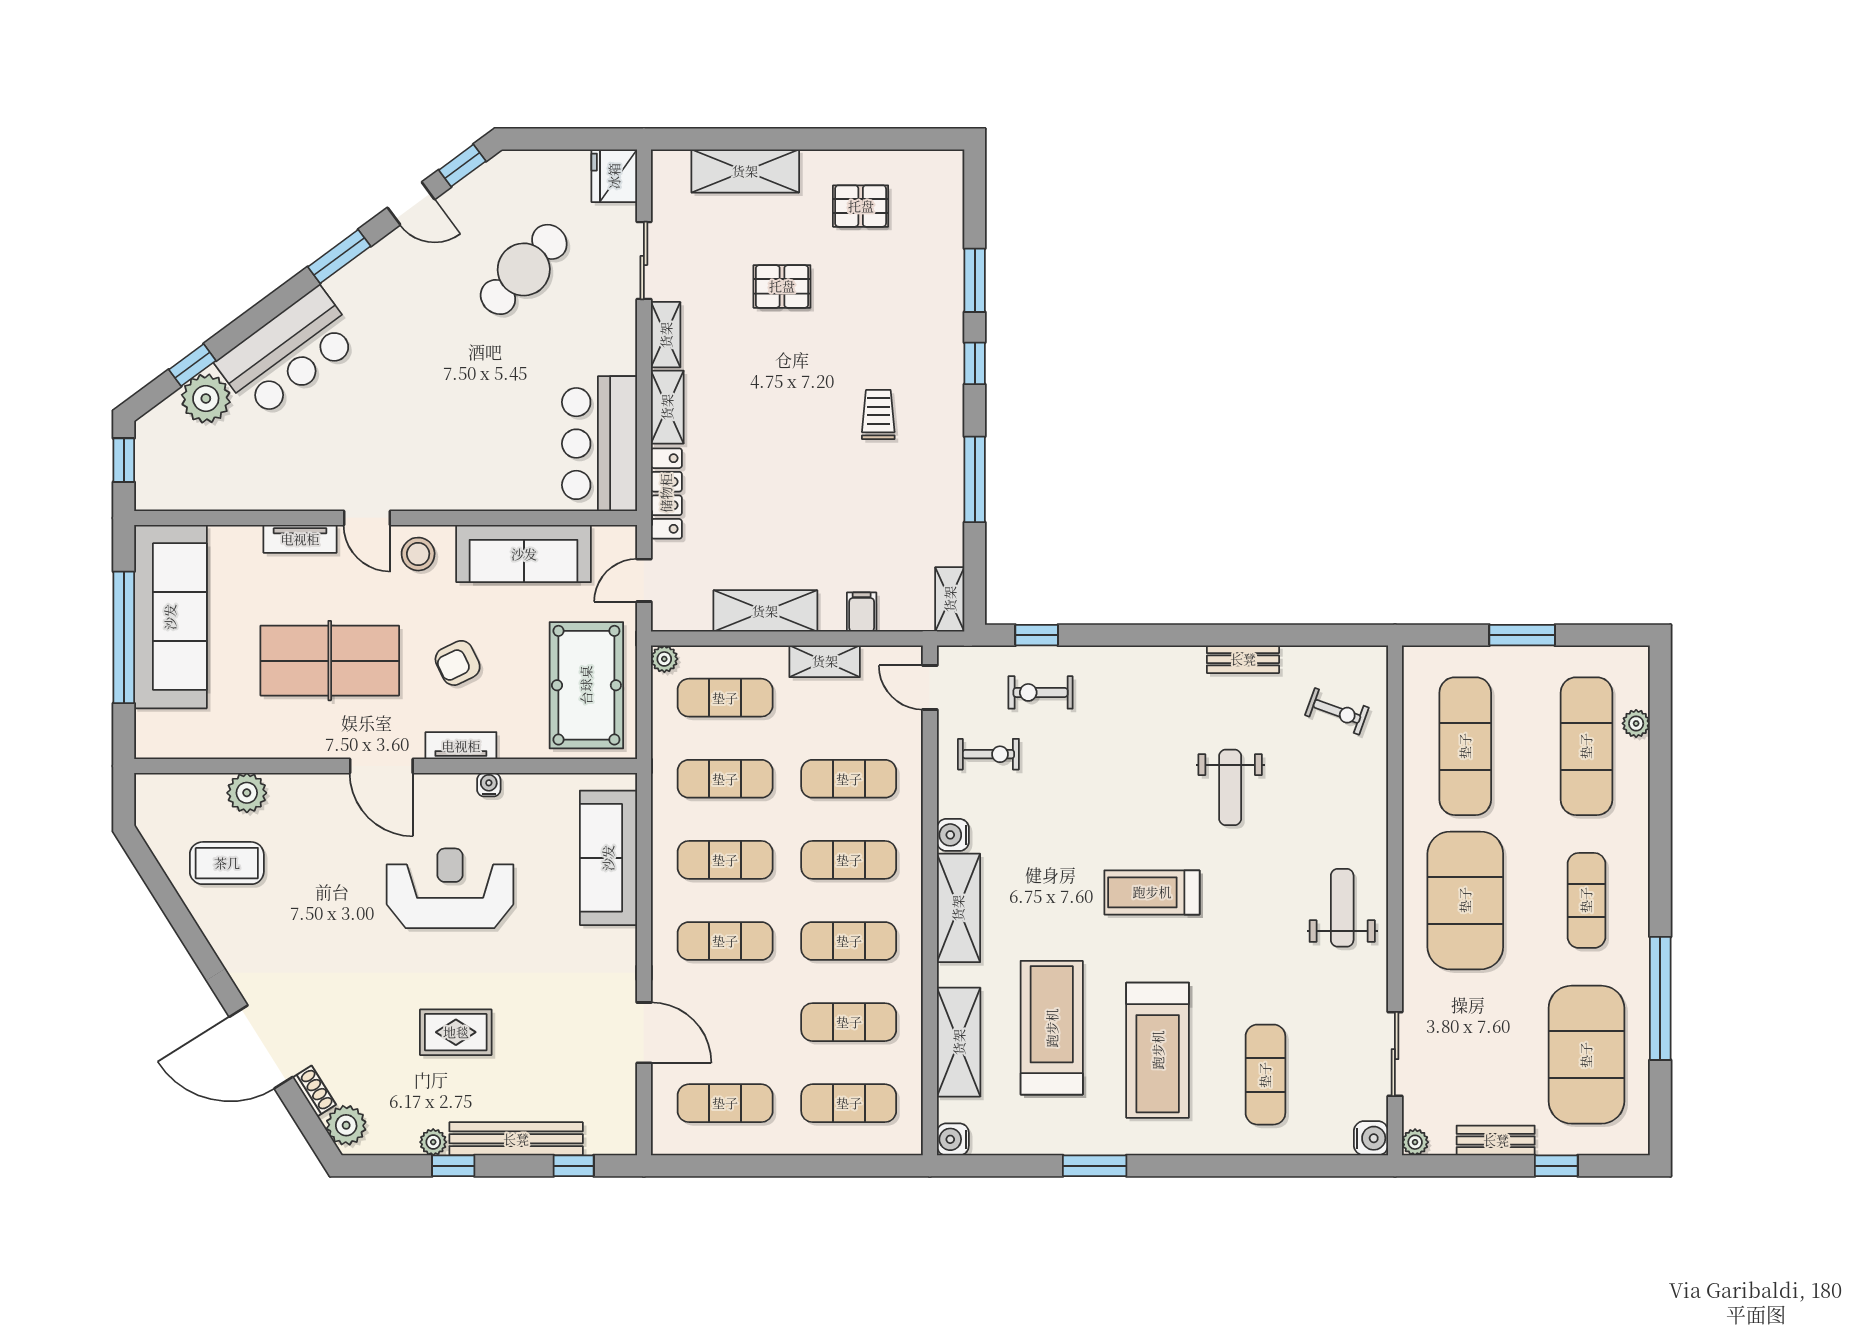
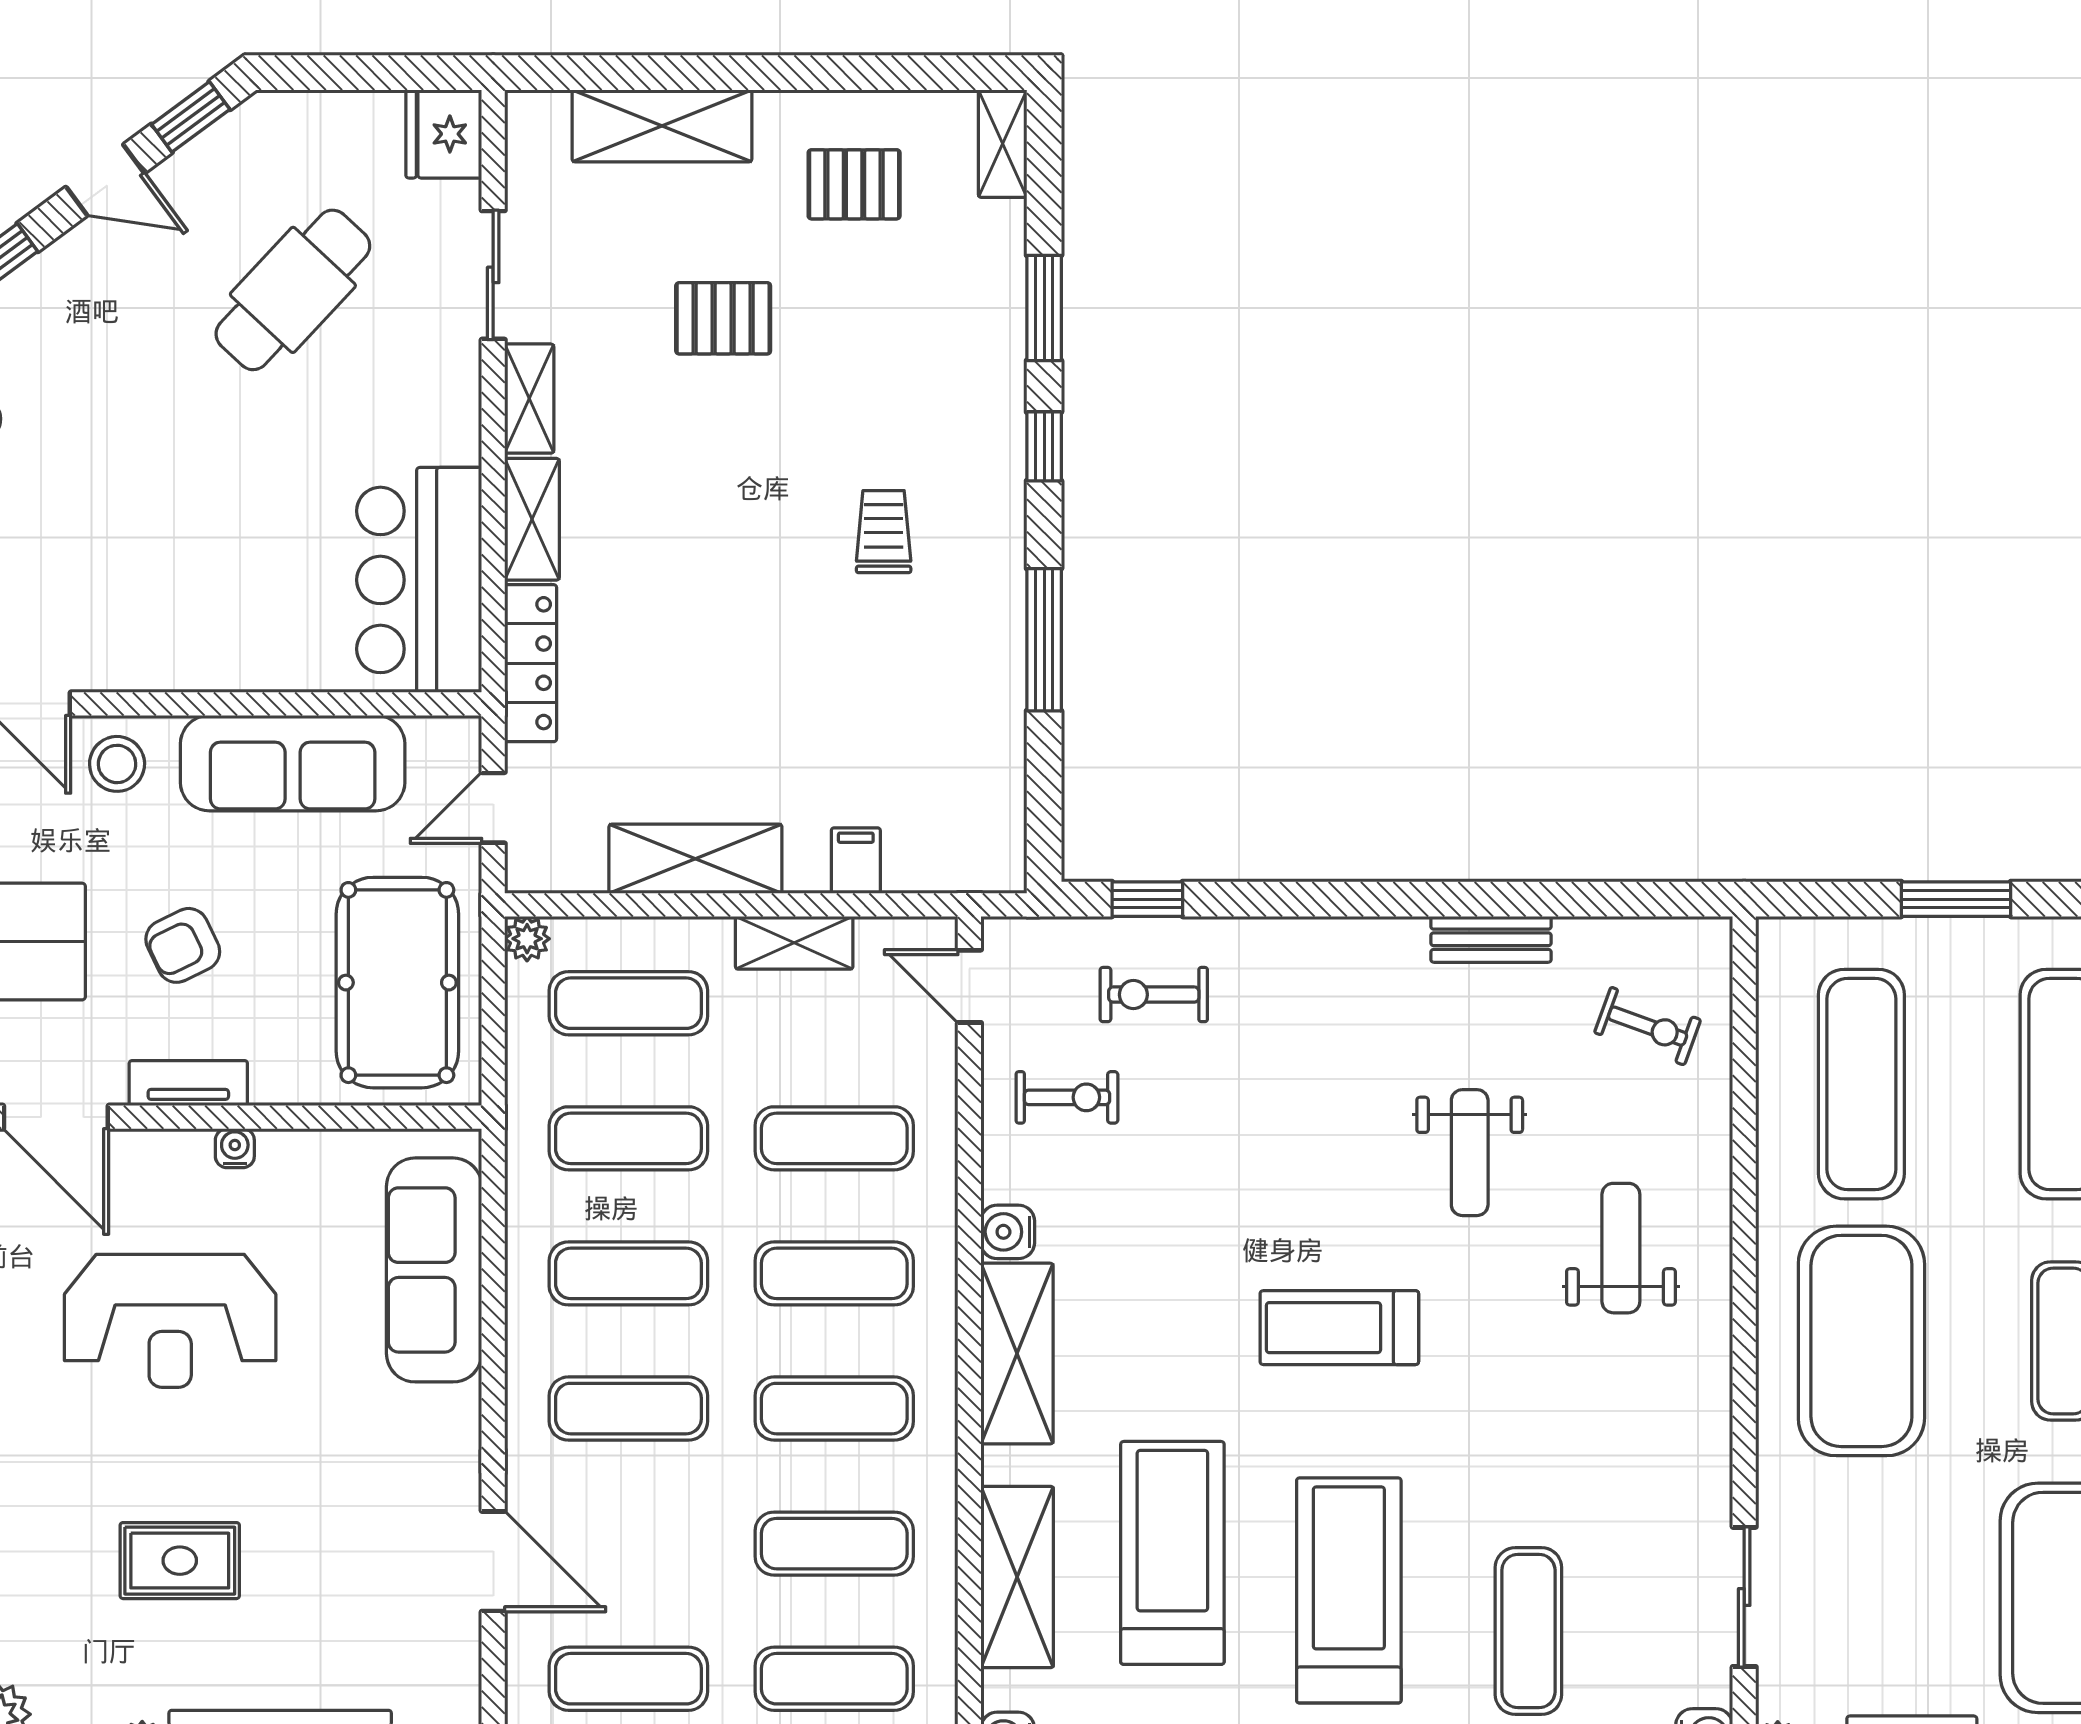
shelving: (950, 599) -> (1003, 144), moved
reception desk: (450, 888) -> (170, 1321), turned 180
weight bench: (1342, 908) -> (1621, 1248), moved
treadmill: (1158, 1050) -> (1349, 1590), turned 180

